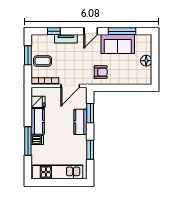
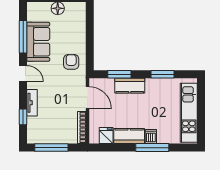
window: (28, 55) -> (51, 148), width x1.44
coffee table: (43, 61) -> (58, 130), removed

